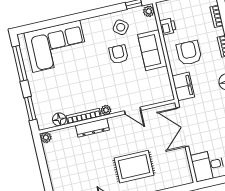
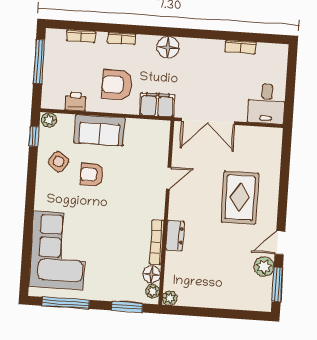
plant: (106, 110) -> (152, 291), moved
dresser: (92, 128) -> (175, 235), width x0.70

